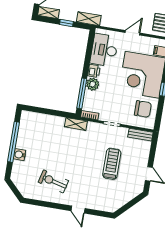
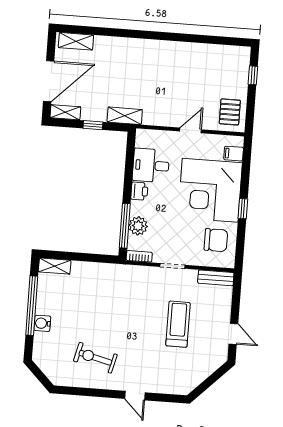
desk: (104, 50) -> (151, 165), width x0.73
plant: (93, 84) -> (138, 226), moved
shelving: (76, 124) -> (55, 266), moved

